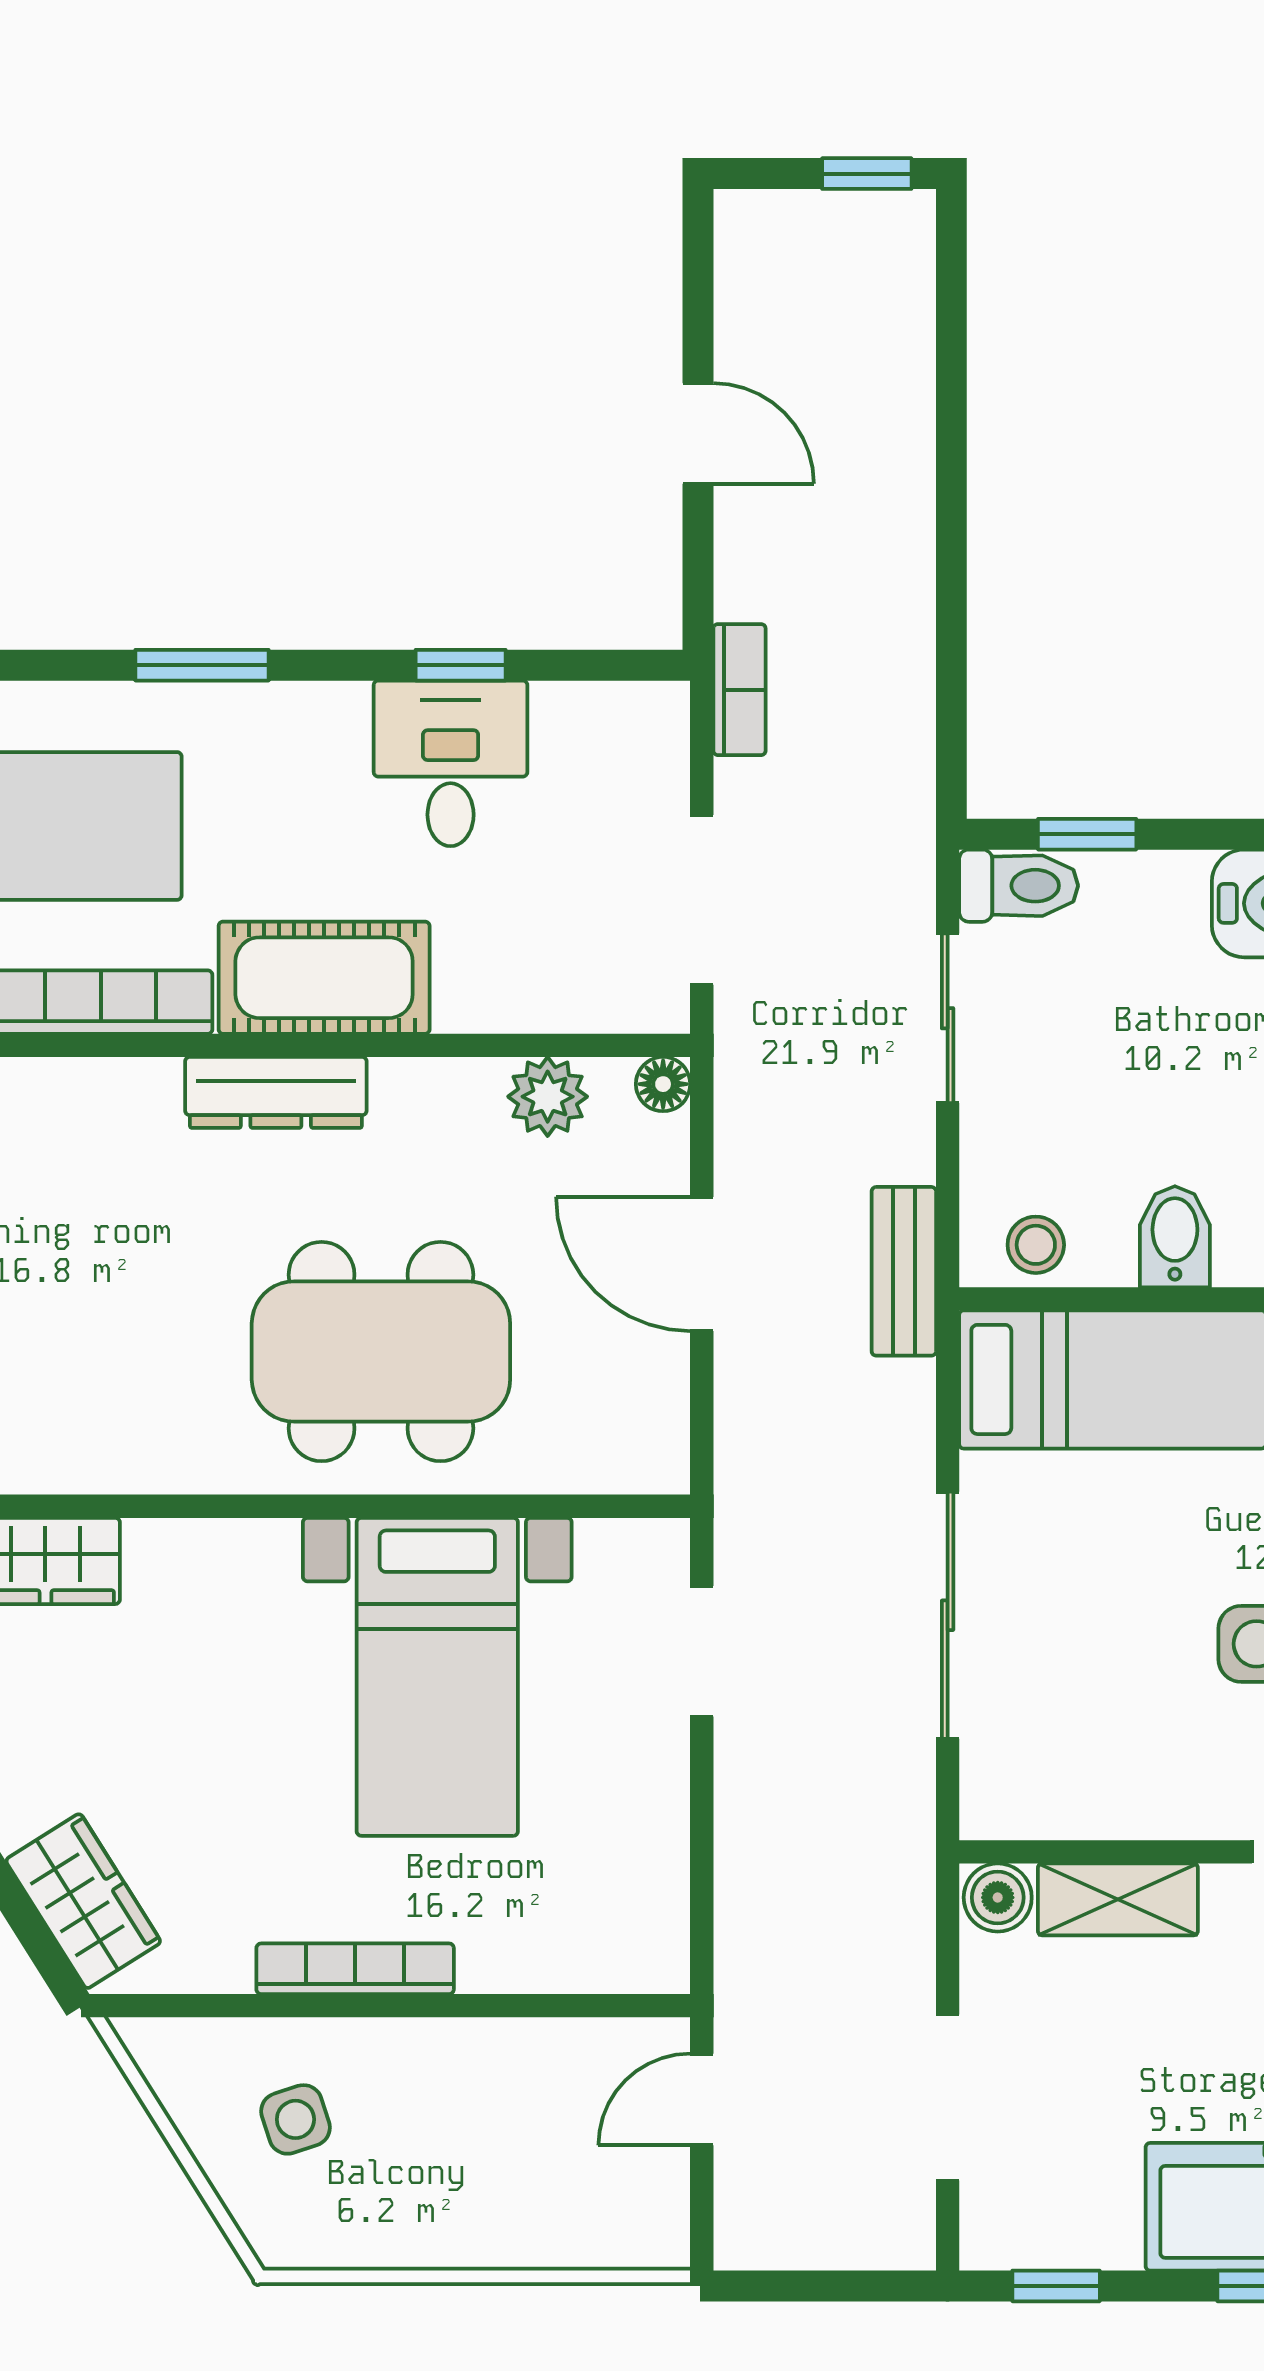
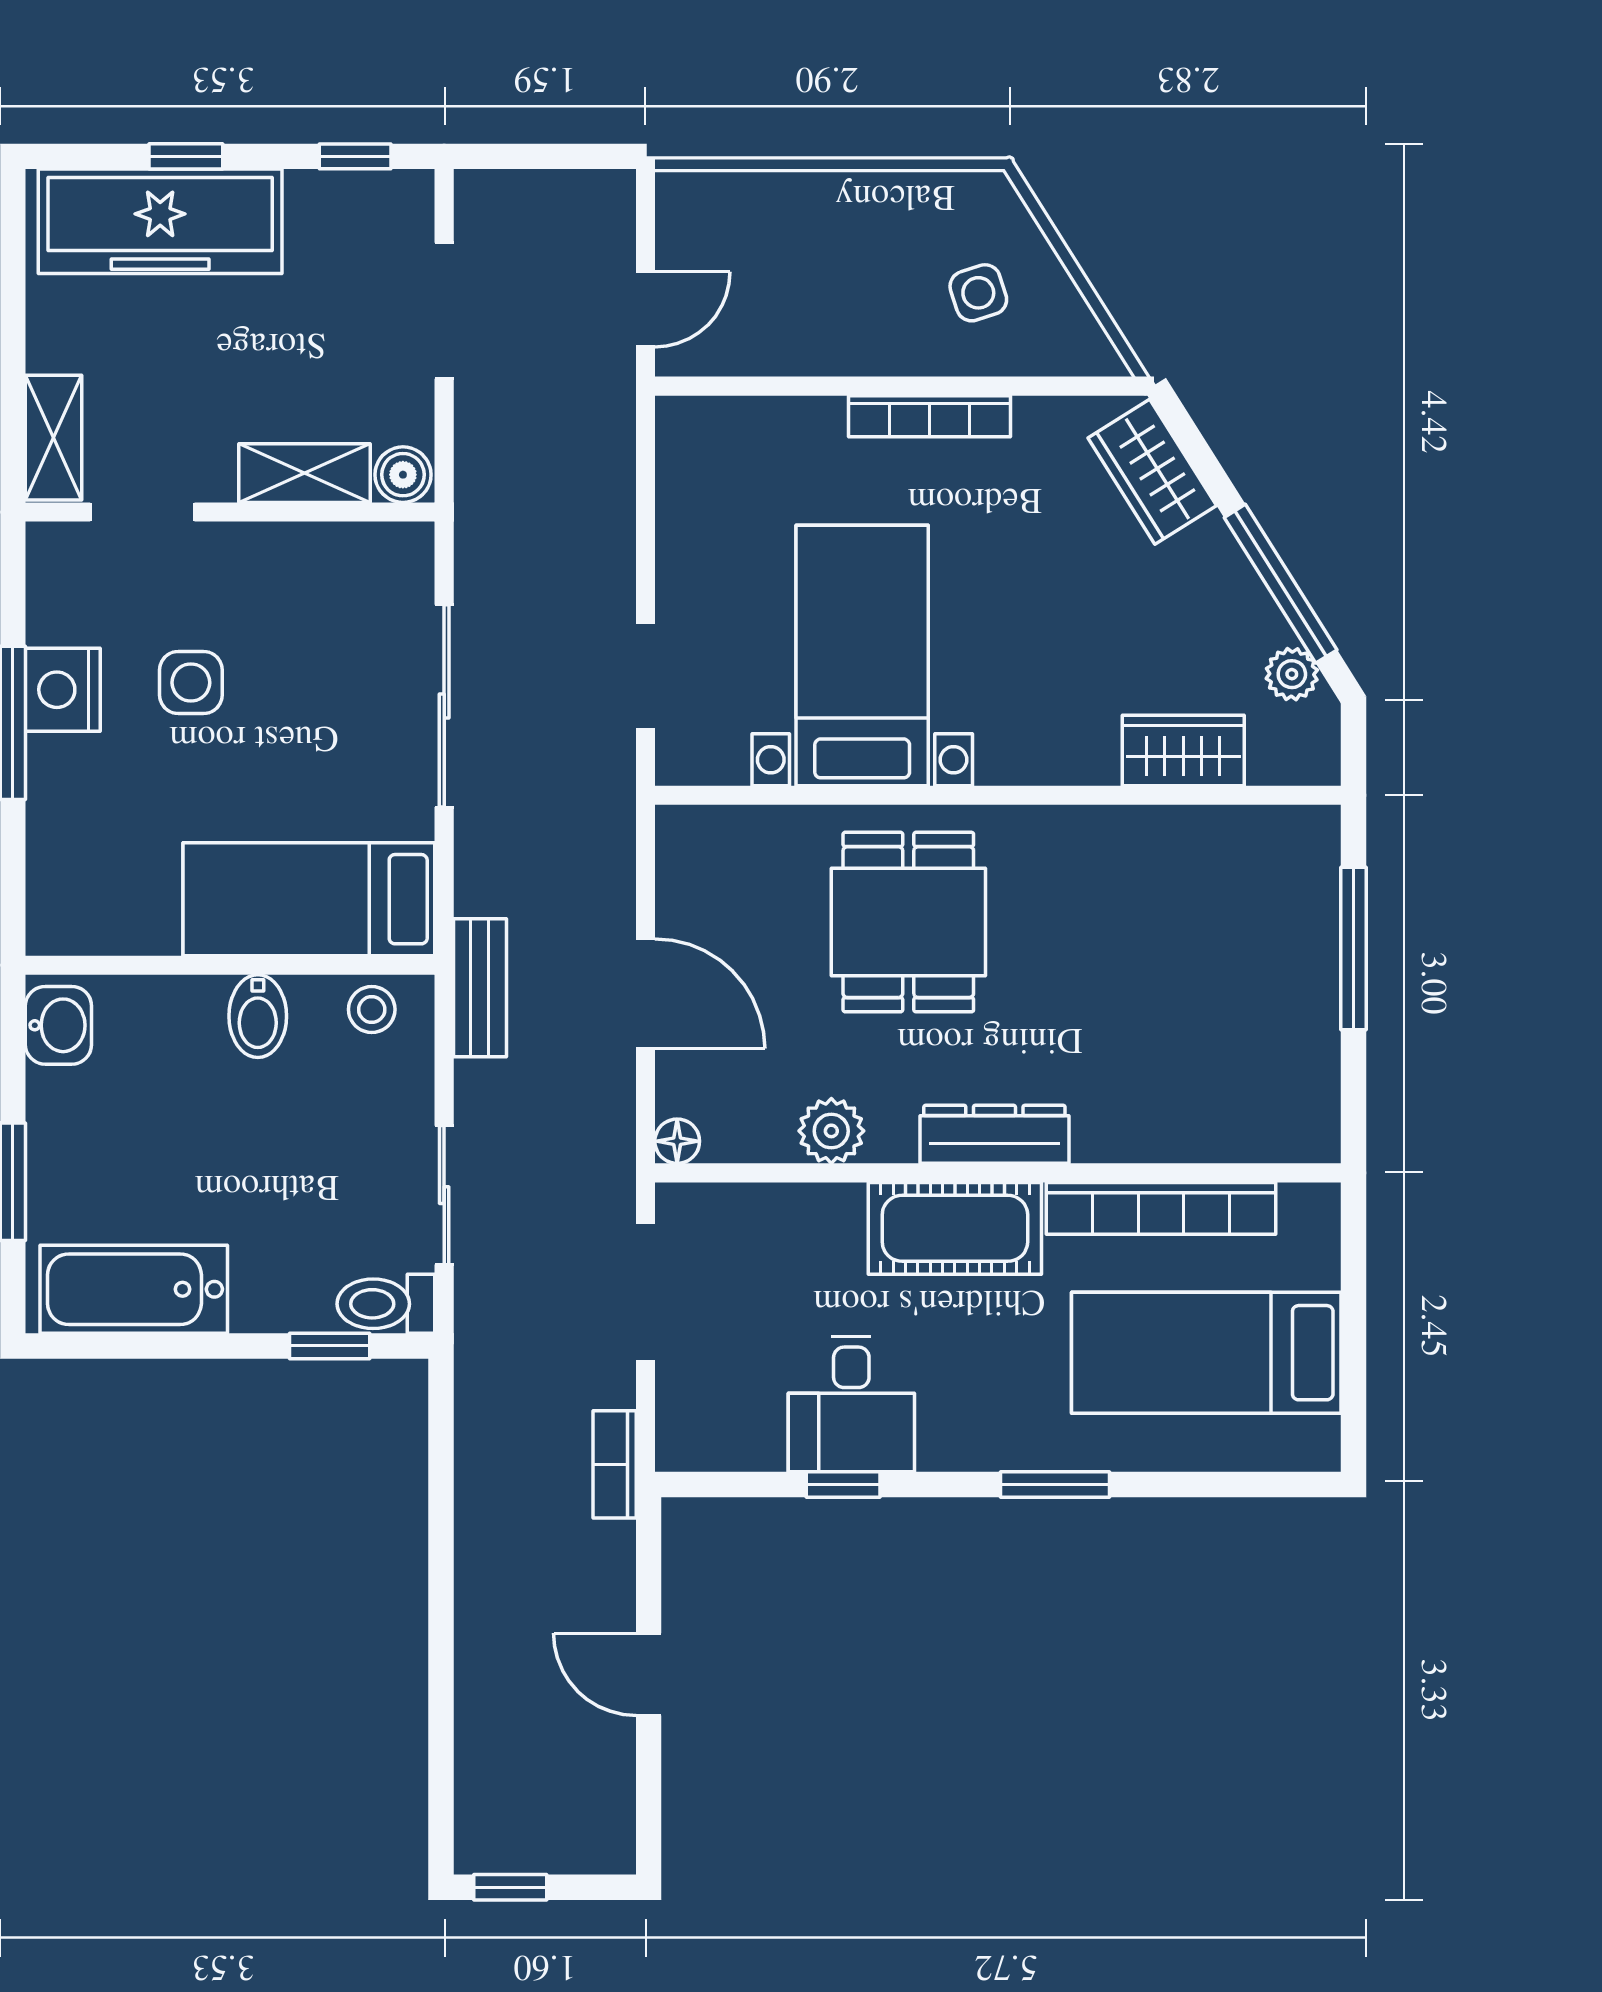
plant: (548, 1097) -> (831, 1131), moved
dining table: (381, 1352) -> (908, 922), width x0.73

